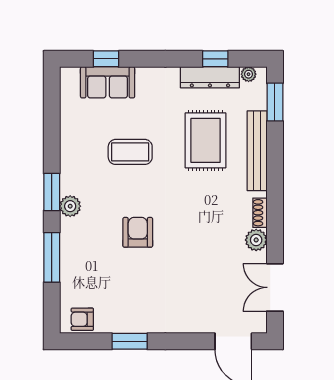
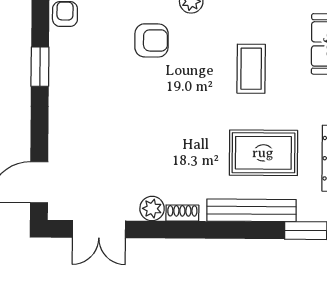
armchair: (138, 232) -> (151, 40), moved
double door: (275, 287) -> (99, 229), swing flipped

